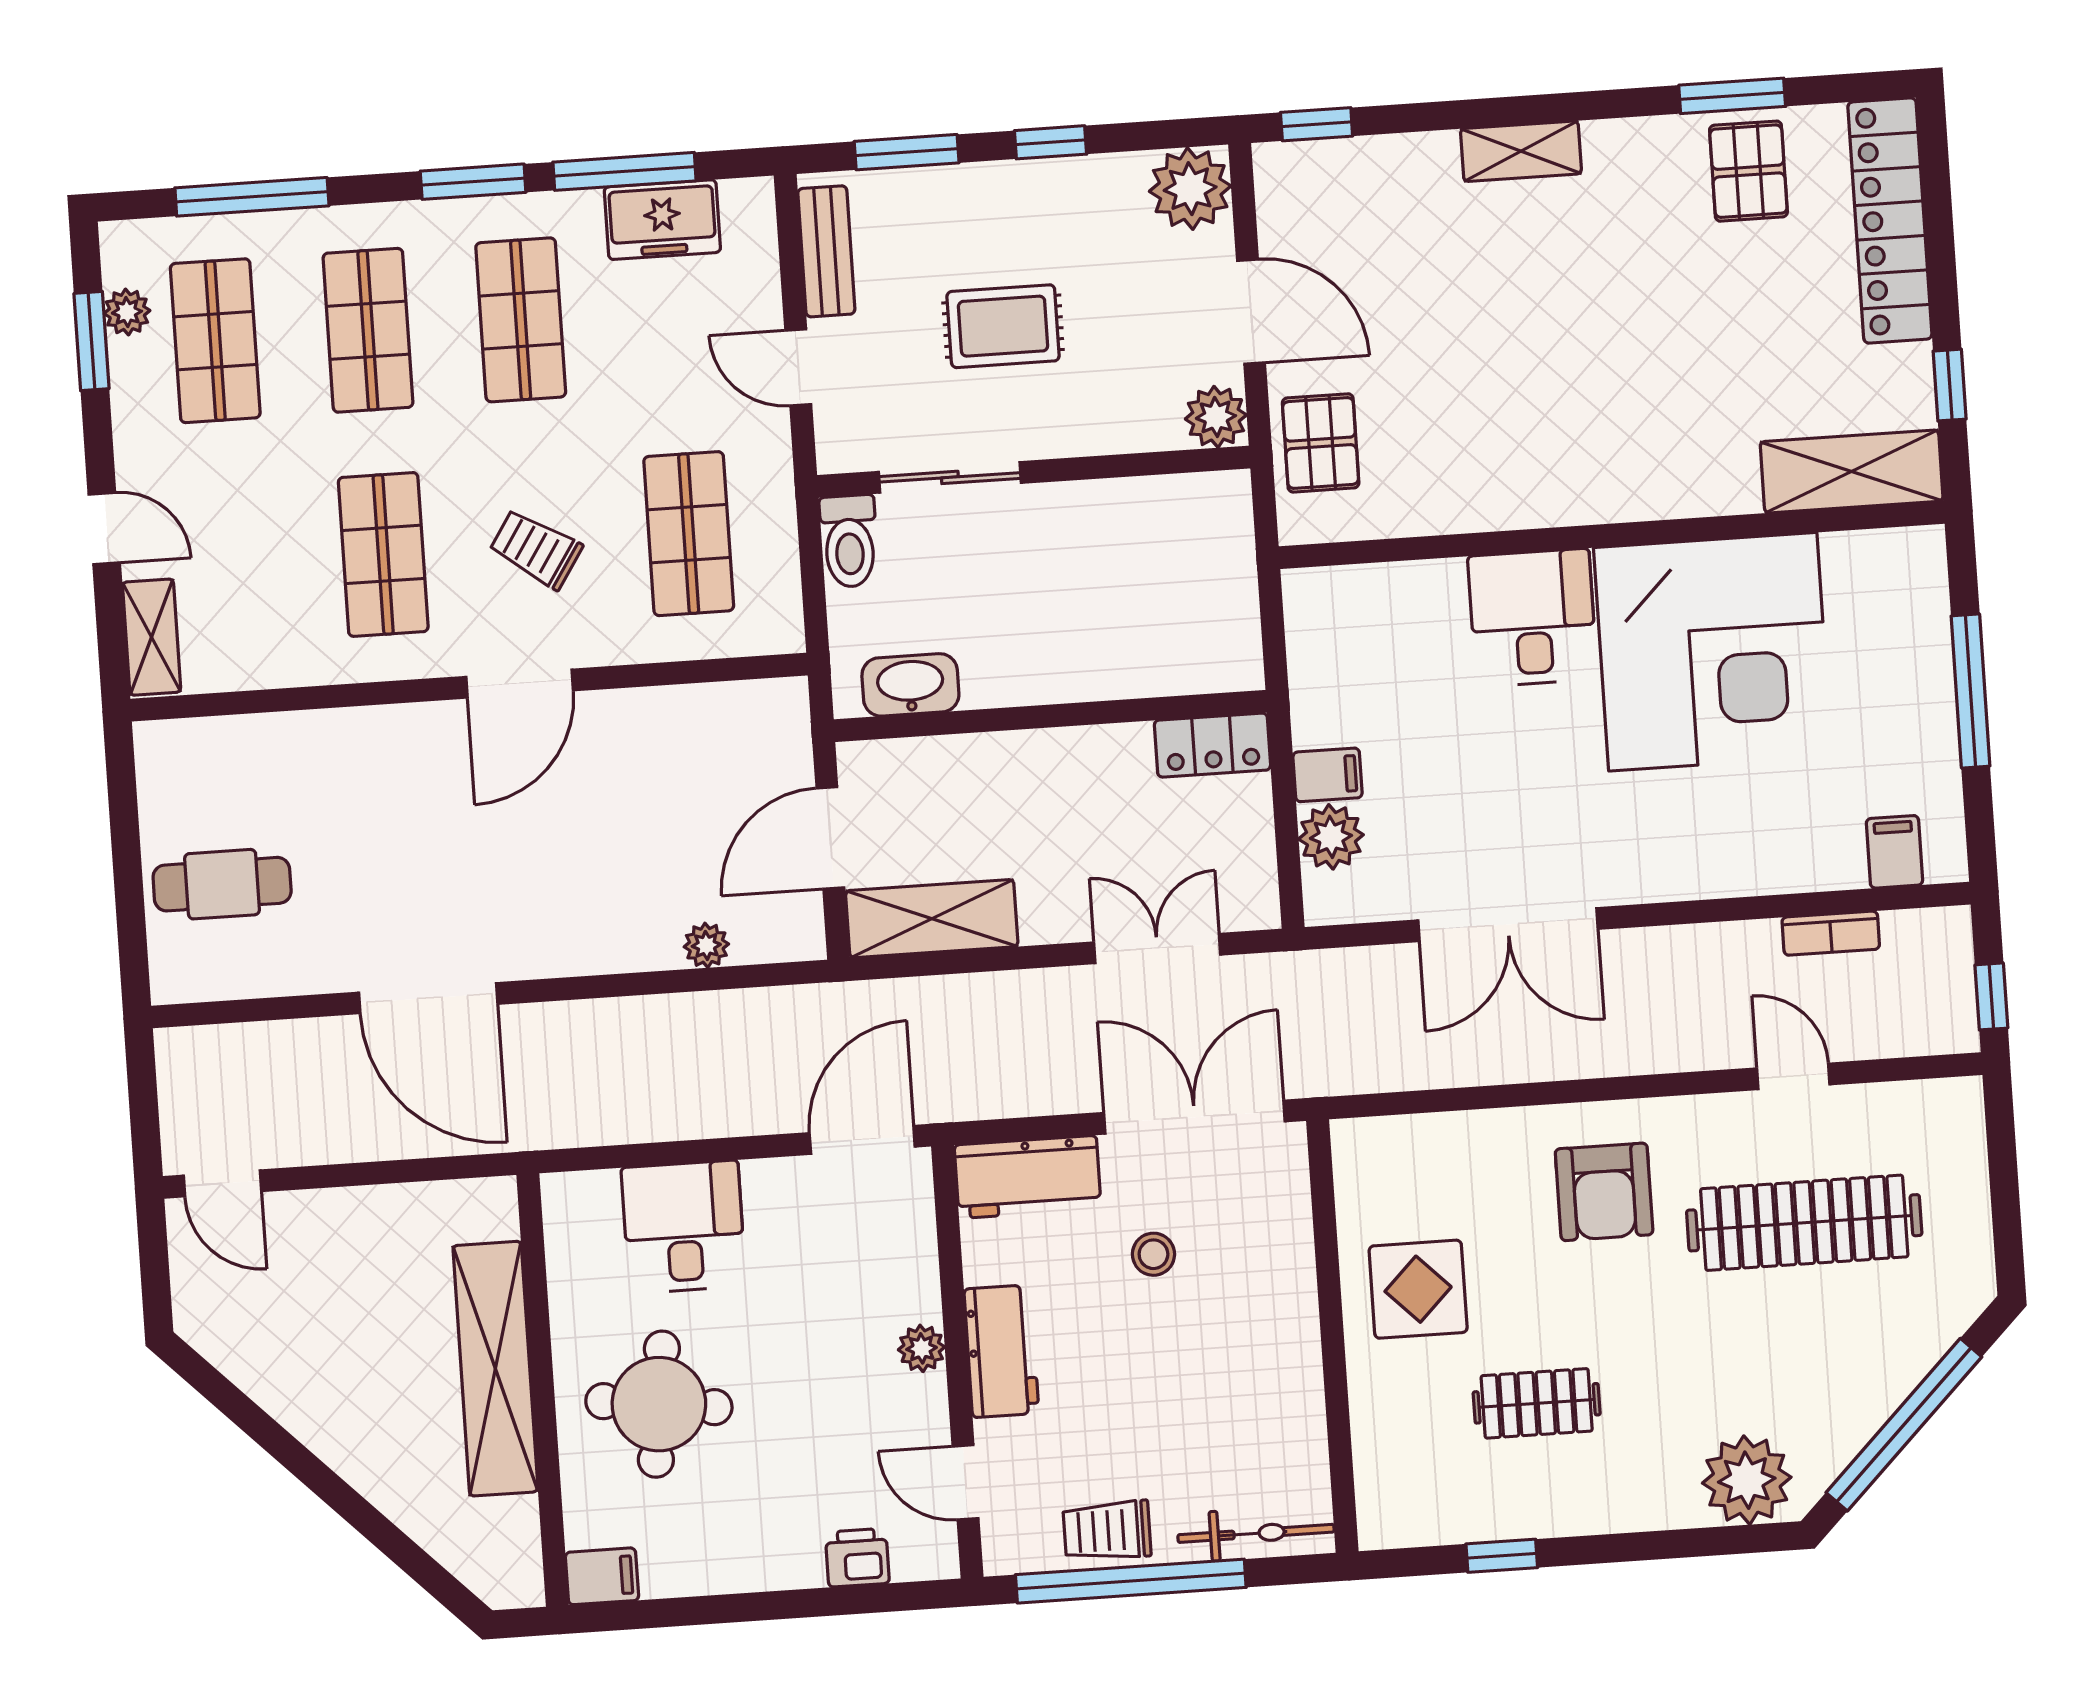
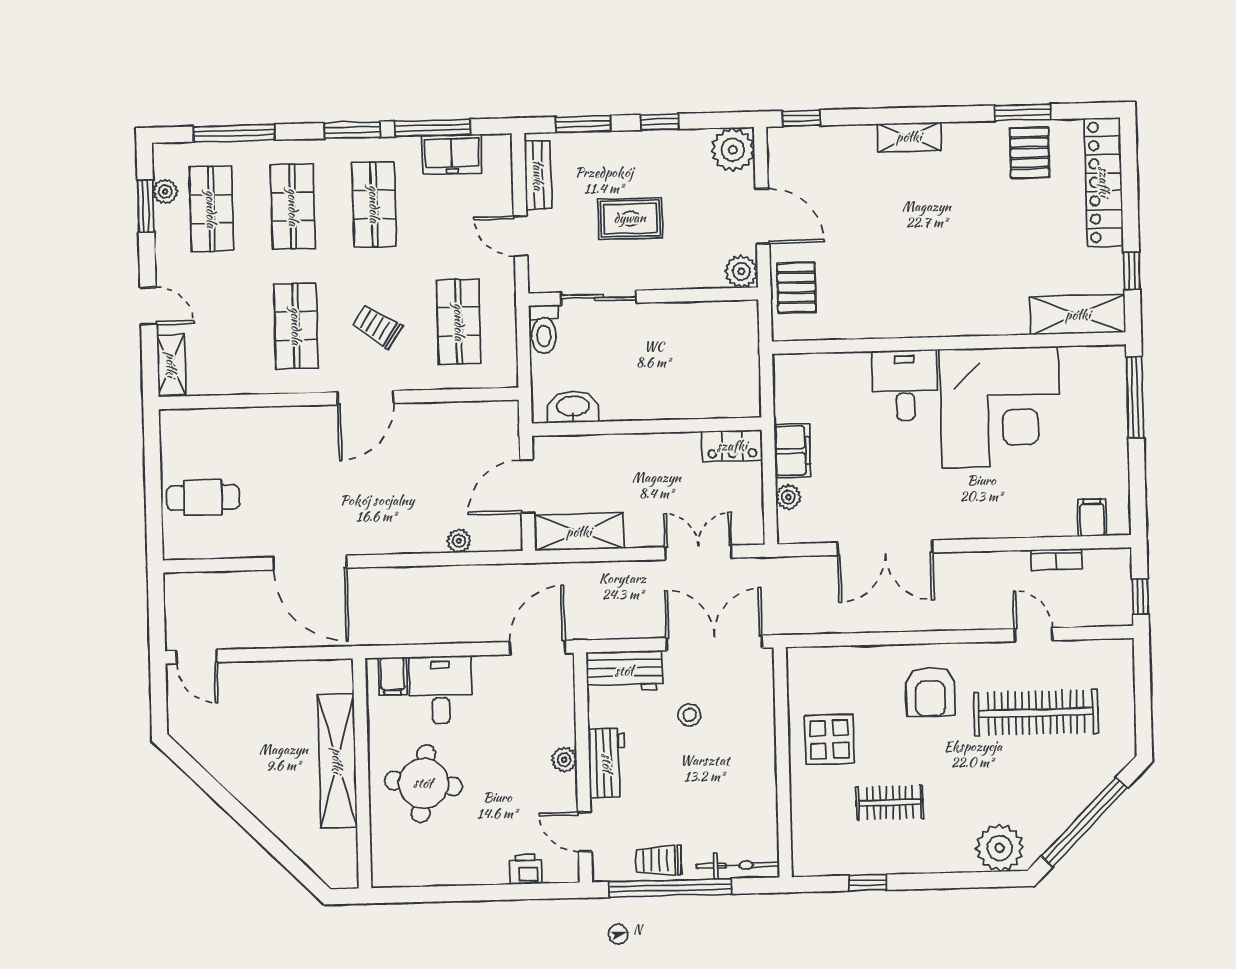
window: (1971, 691) -> (1135, 397), moved
filing cabinet: (1327, 775) -> (792, 451), width x2.00
plant: (1331, 837) -> (788, 497), width x0.73, depth x0.73
filing cabinet: (602, 1576) -> (392, 676), moved, turned 90

